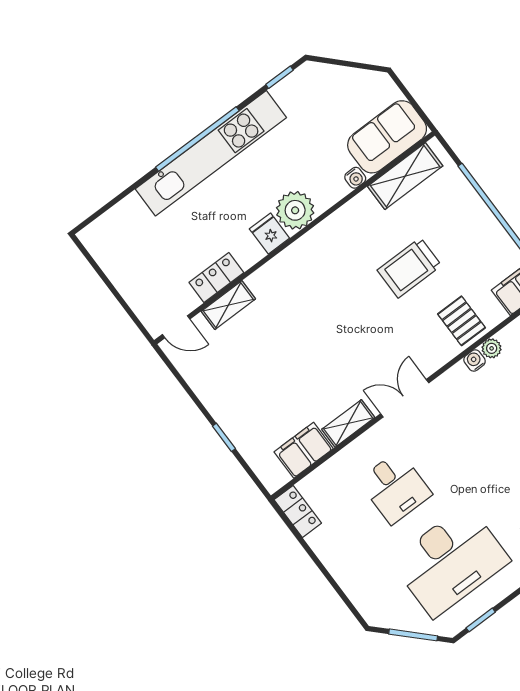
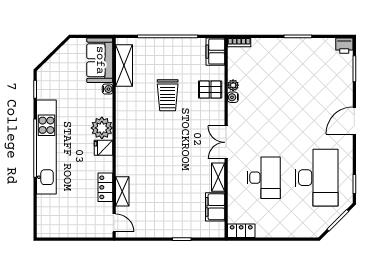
door: (176, 327) -> (114, 223), hinge flipped
desk: (395, 487) -> (264, 178), width x1.37

